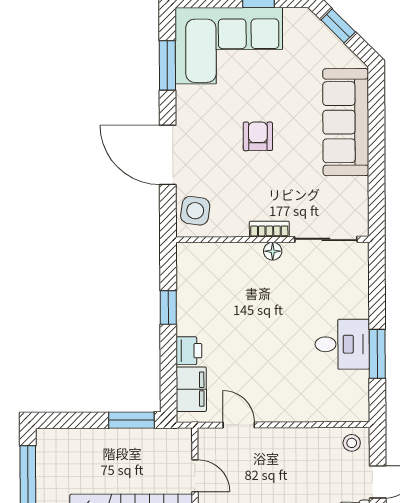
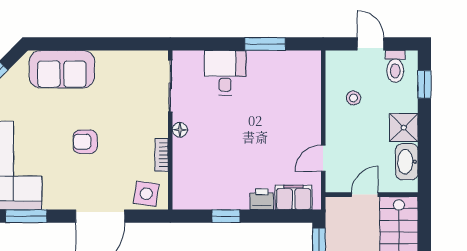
sofa: (346, 122) -> (62, 69), width x0.73
bookcase: (269, 229) -> (162, 155), moved
desk: (342, 344) -> (225, 73), moved
stool: (352, 443) -> (353, 98), moved

